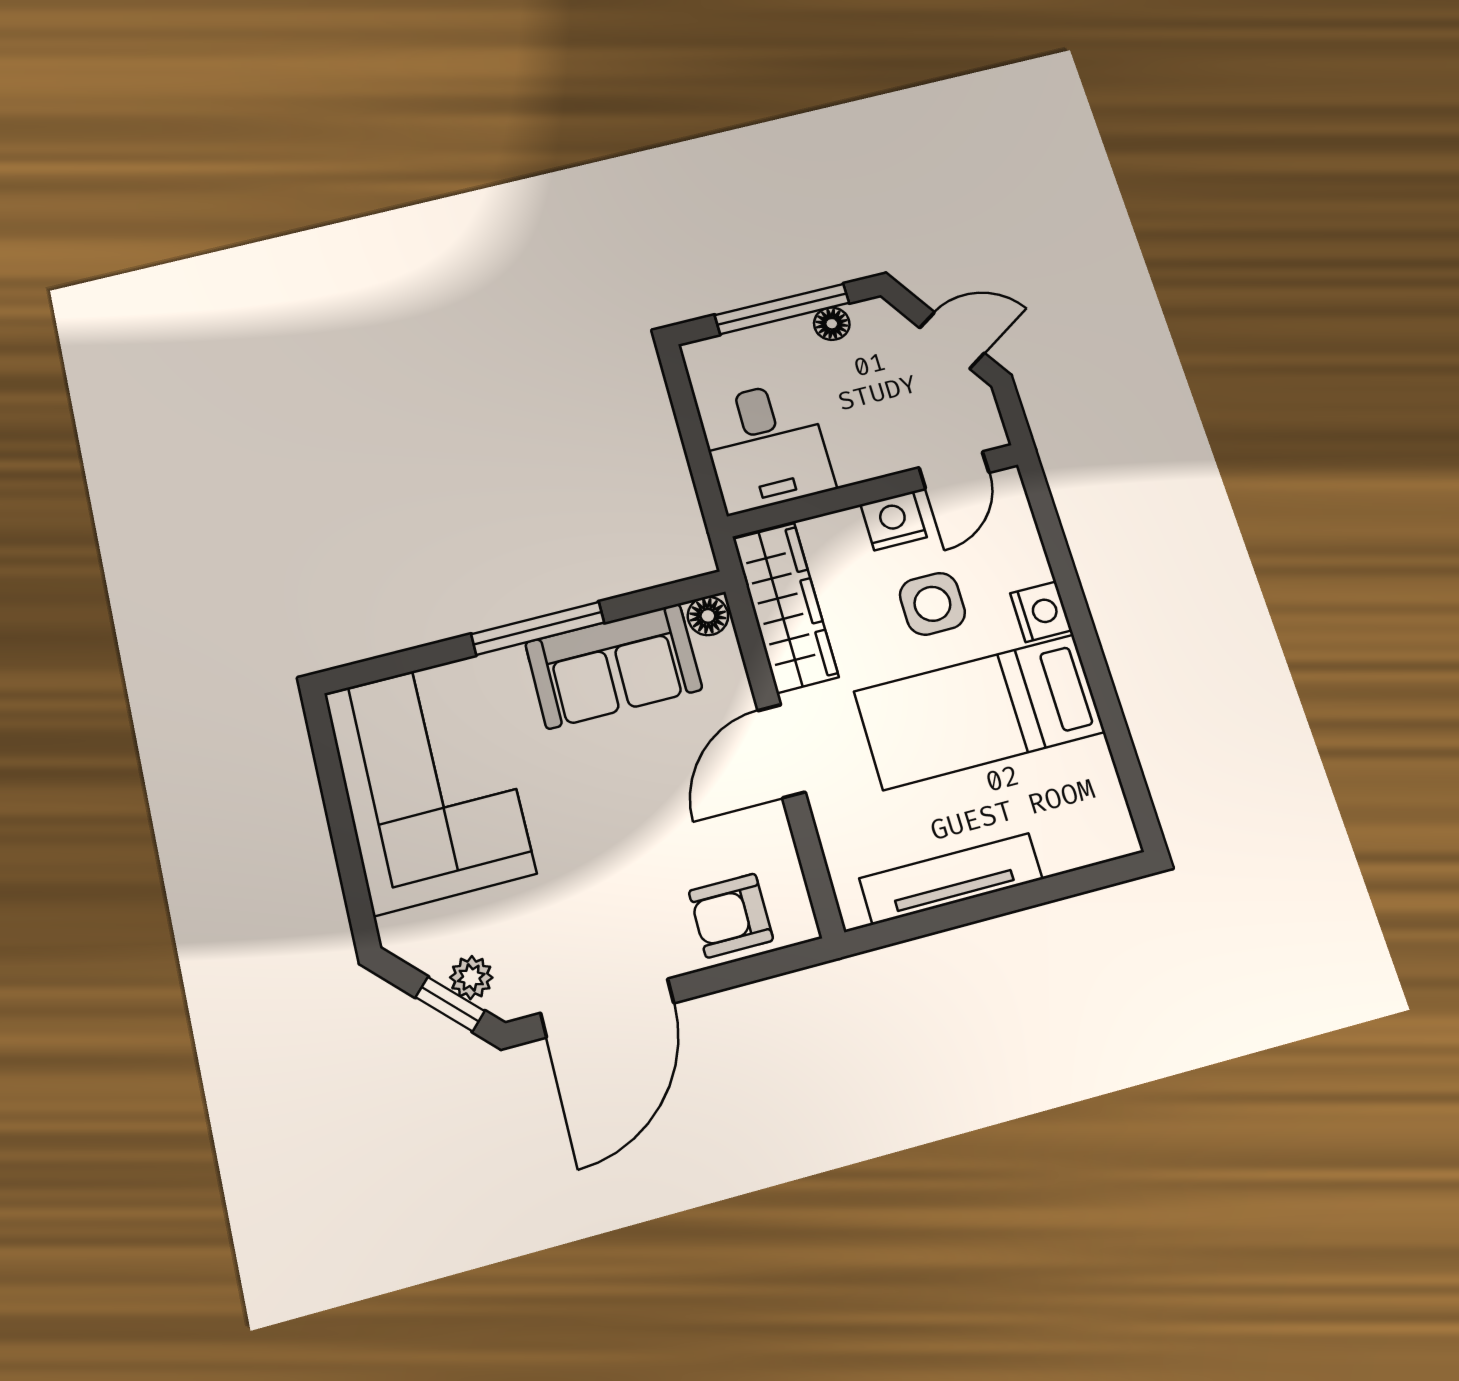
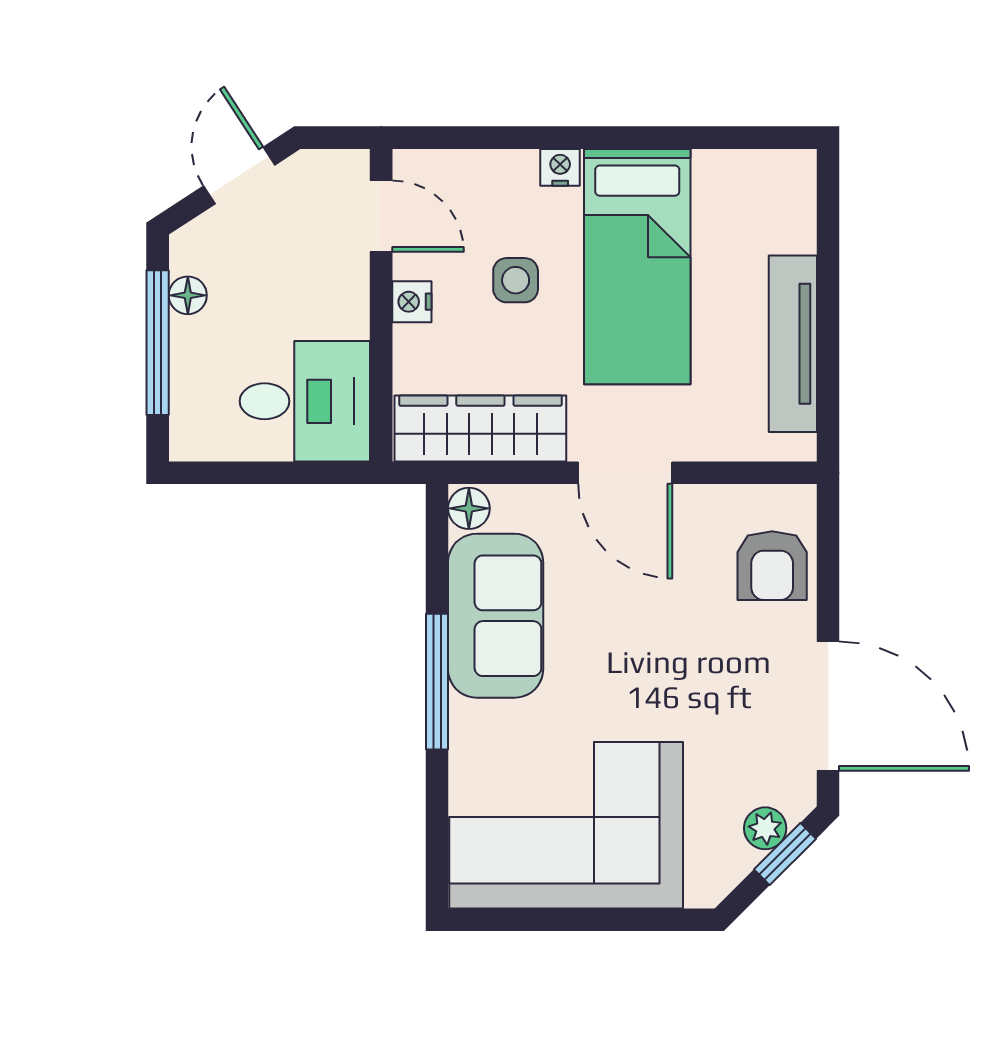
nightstand: (894, 521) -> (412, 302), width x0.72, depth x0.74
side table: (932, 604) -> (516, 280), width x0.73, depth x0.73
nightstand: (1041, 612) -> (560, 167), width x0.72, depth x0.74

